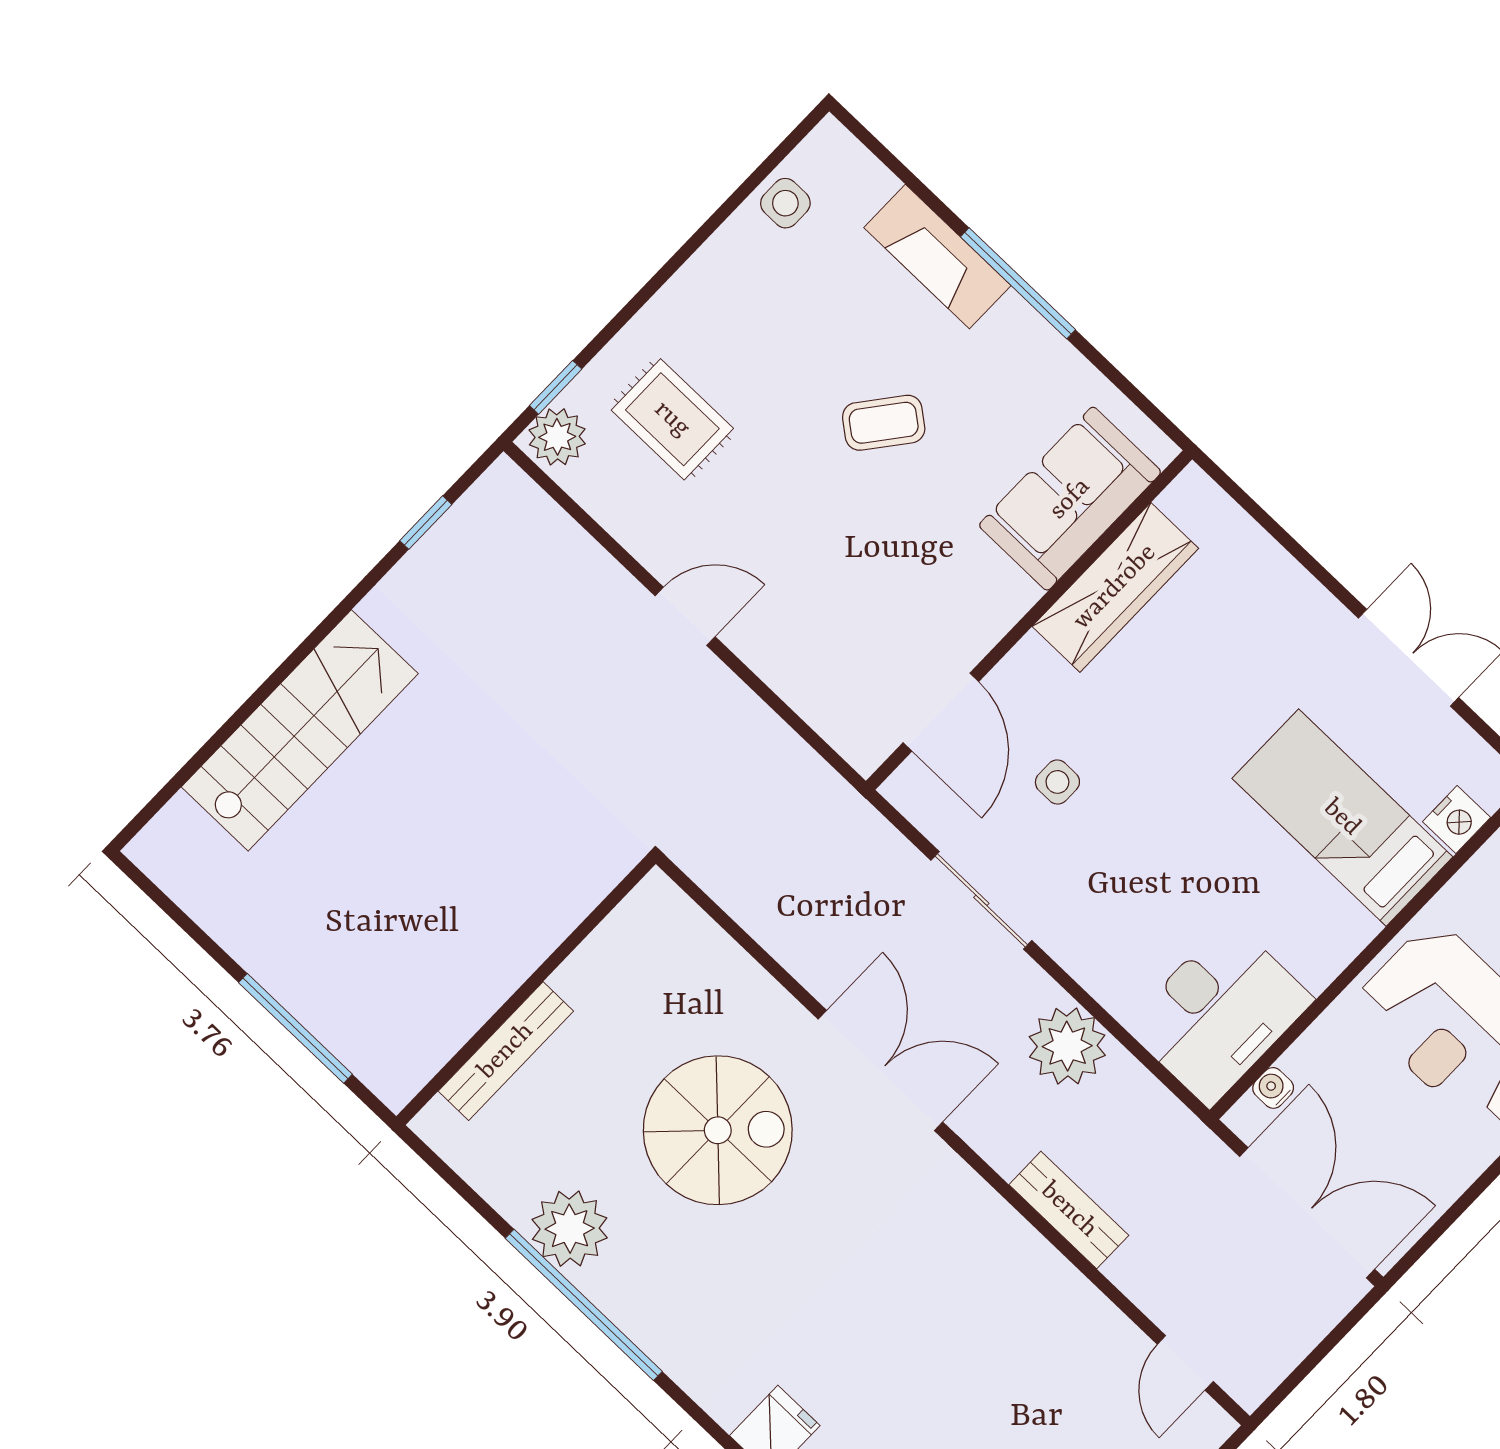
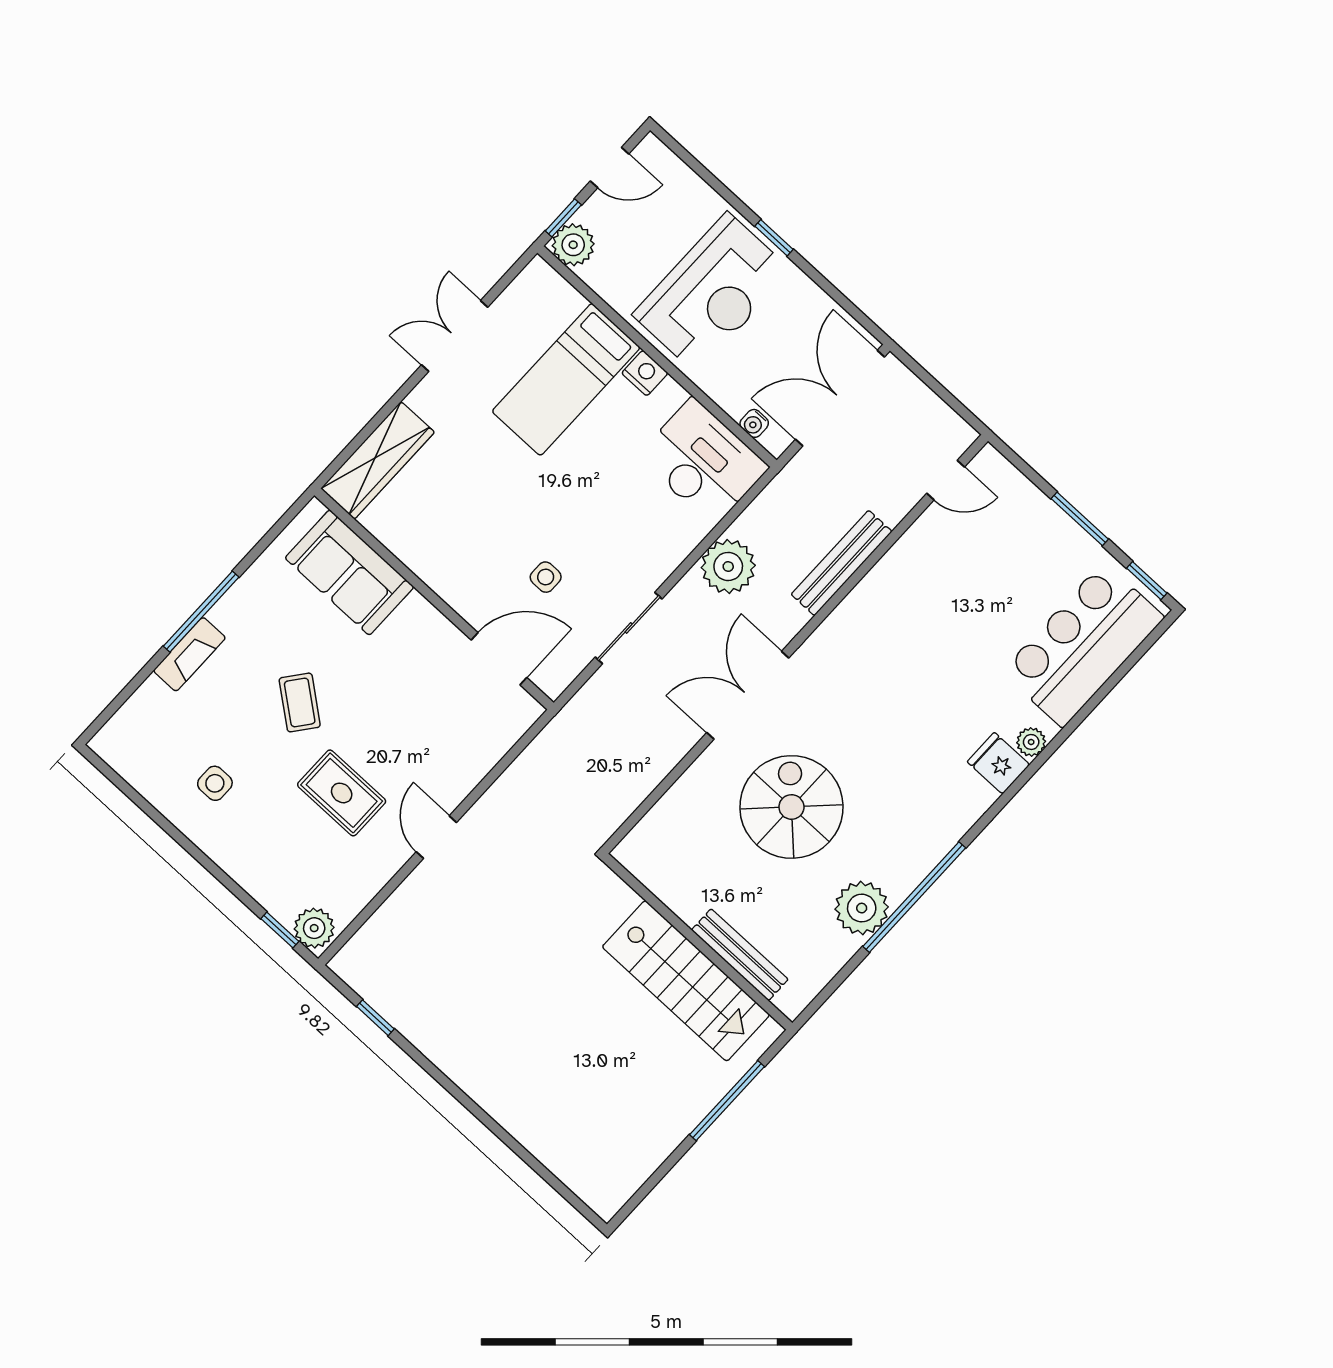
side table: (785, 203) -> (215, 783), moved
fireplace: (937, 257) -> (189, 654), width x0.73, depth x0.76
rug: (672, 419) -> (342, 793), moved, turned 90
wardrobe: (1115, 587) -> (378, 460), moved, turned 90
stairs: (300, 730) -> (686, 981), moved, turned 180
nightstand: (1457, 820) -> (645, 373), moved
bench: (1069, 1210) -> (842, 563), width x1.36

